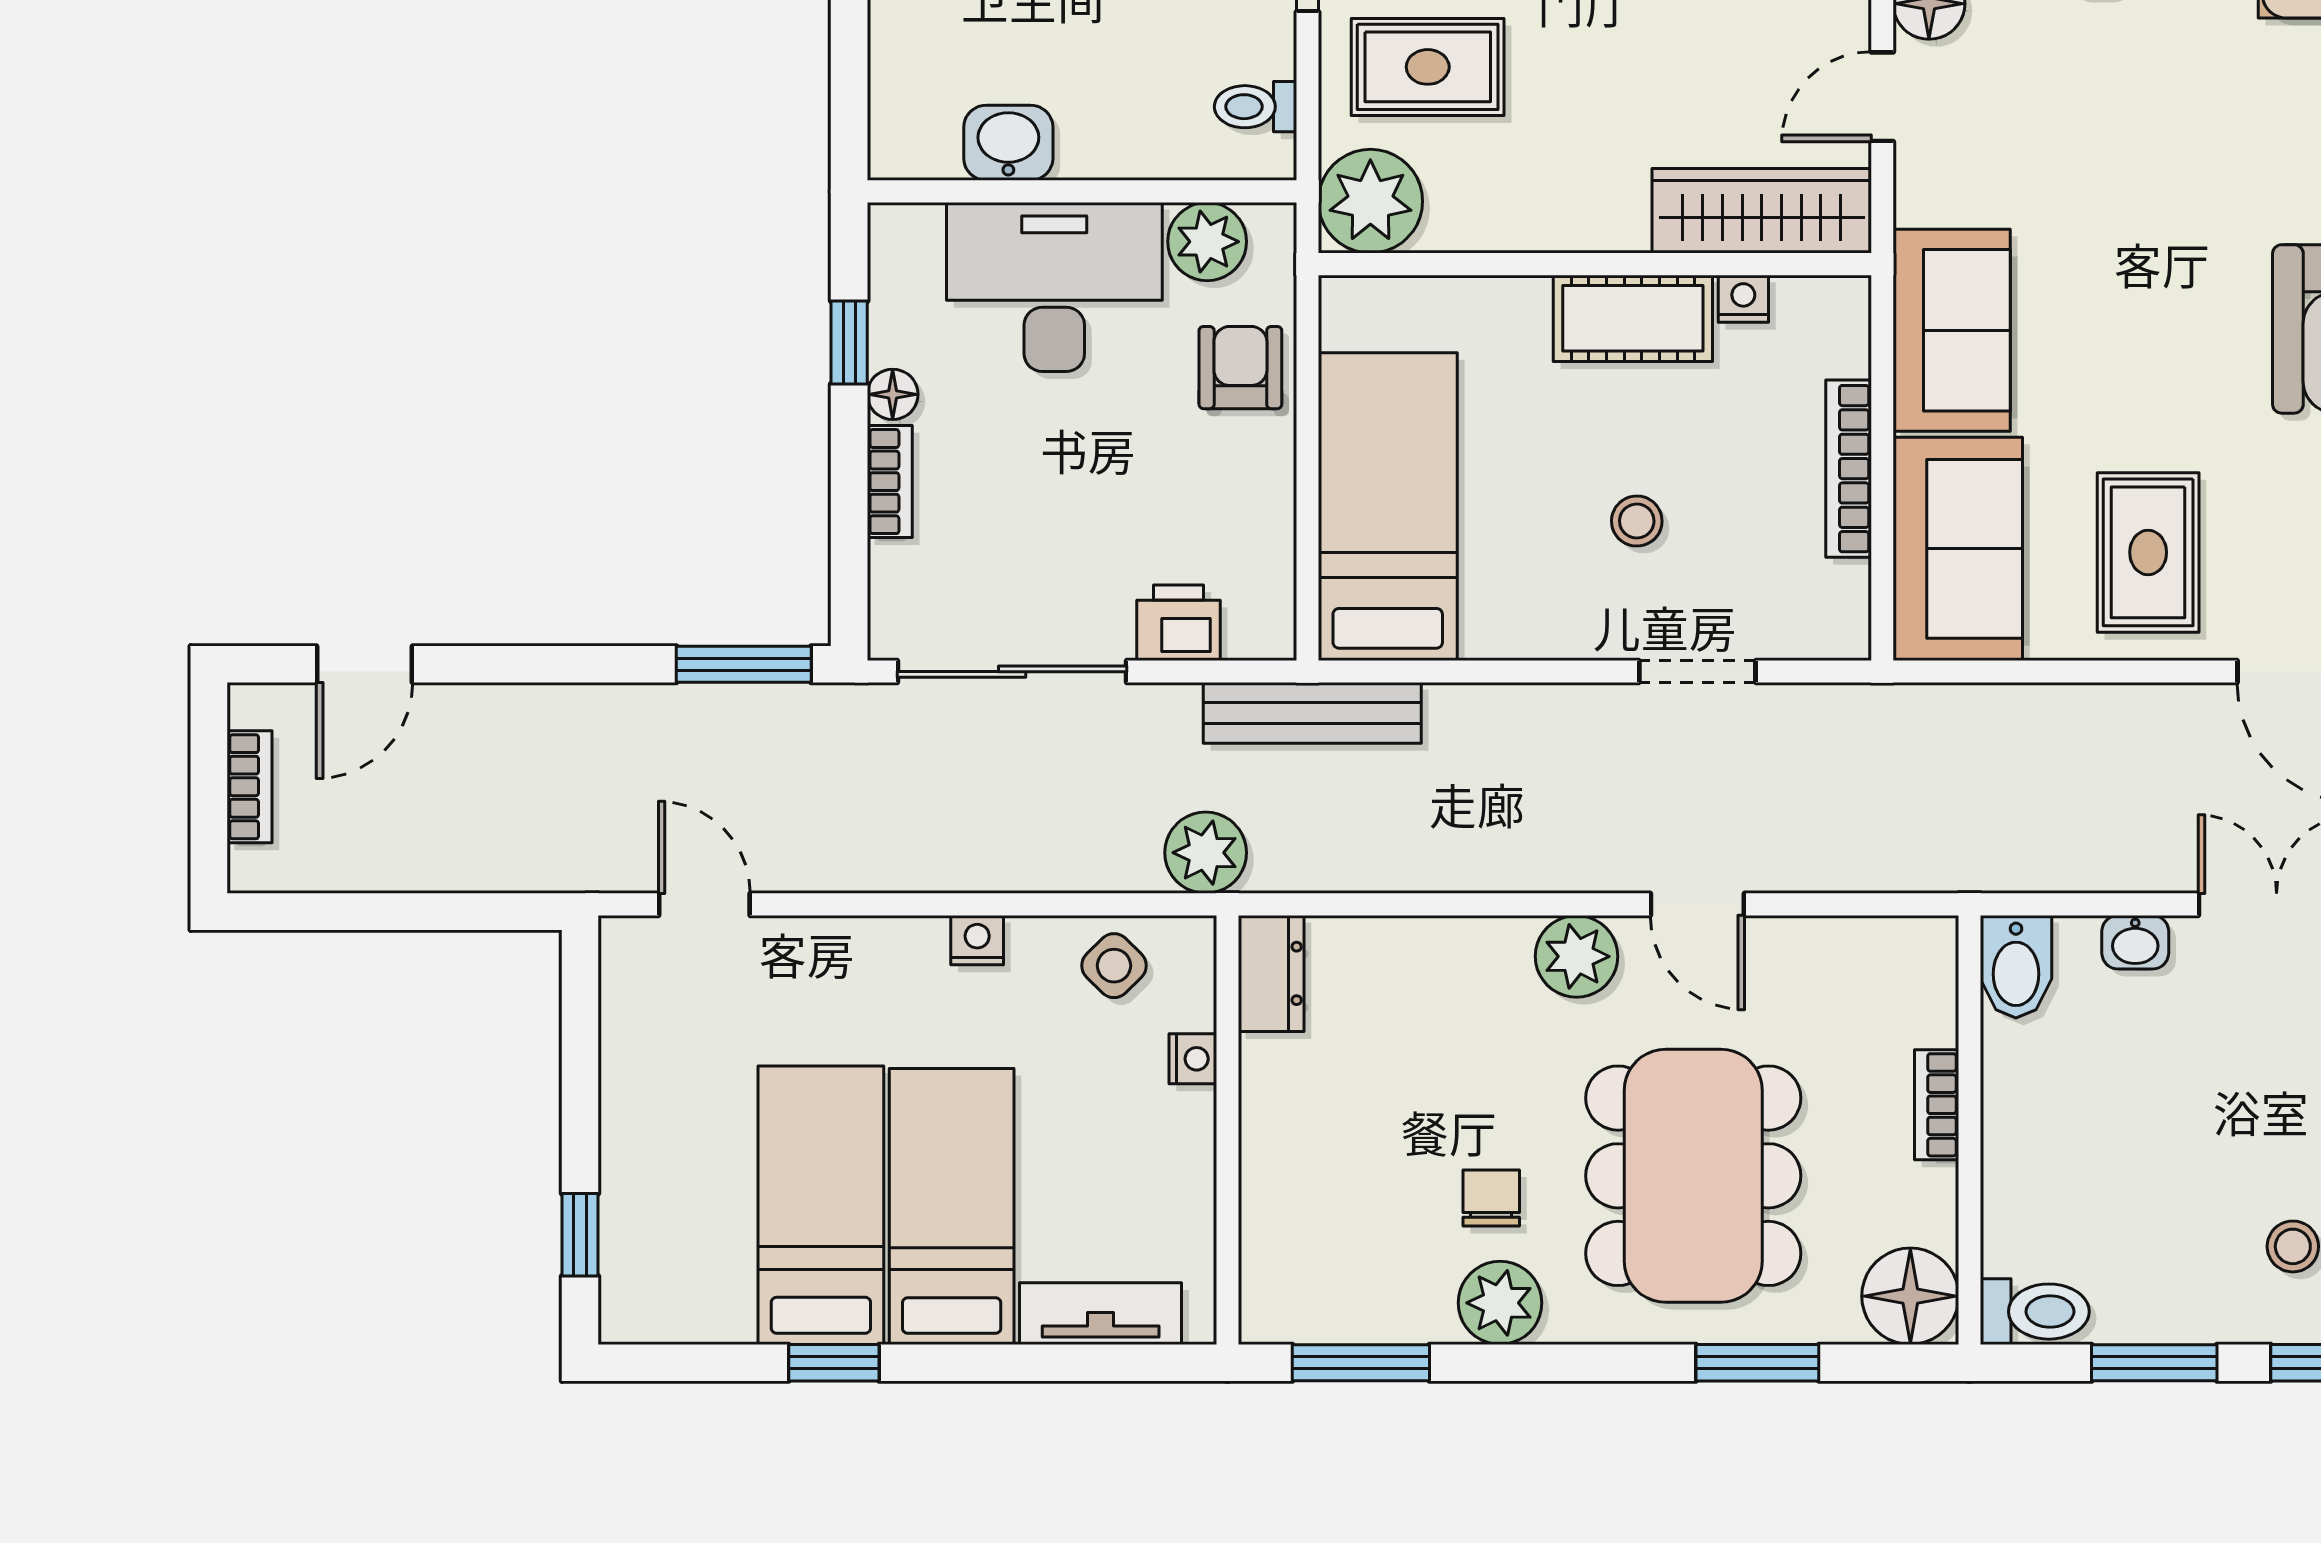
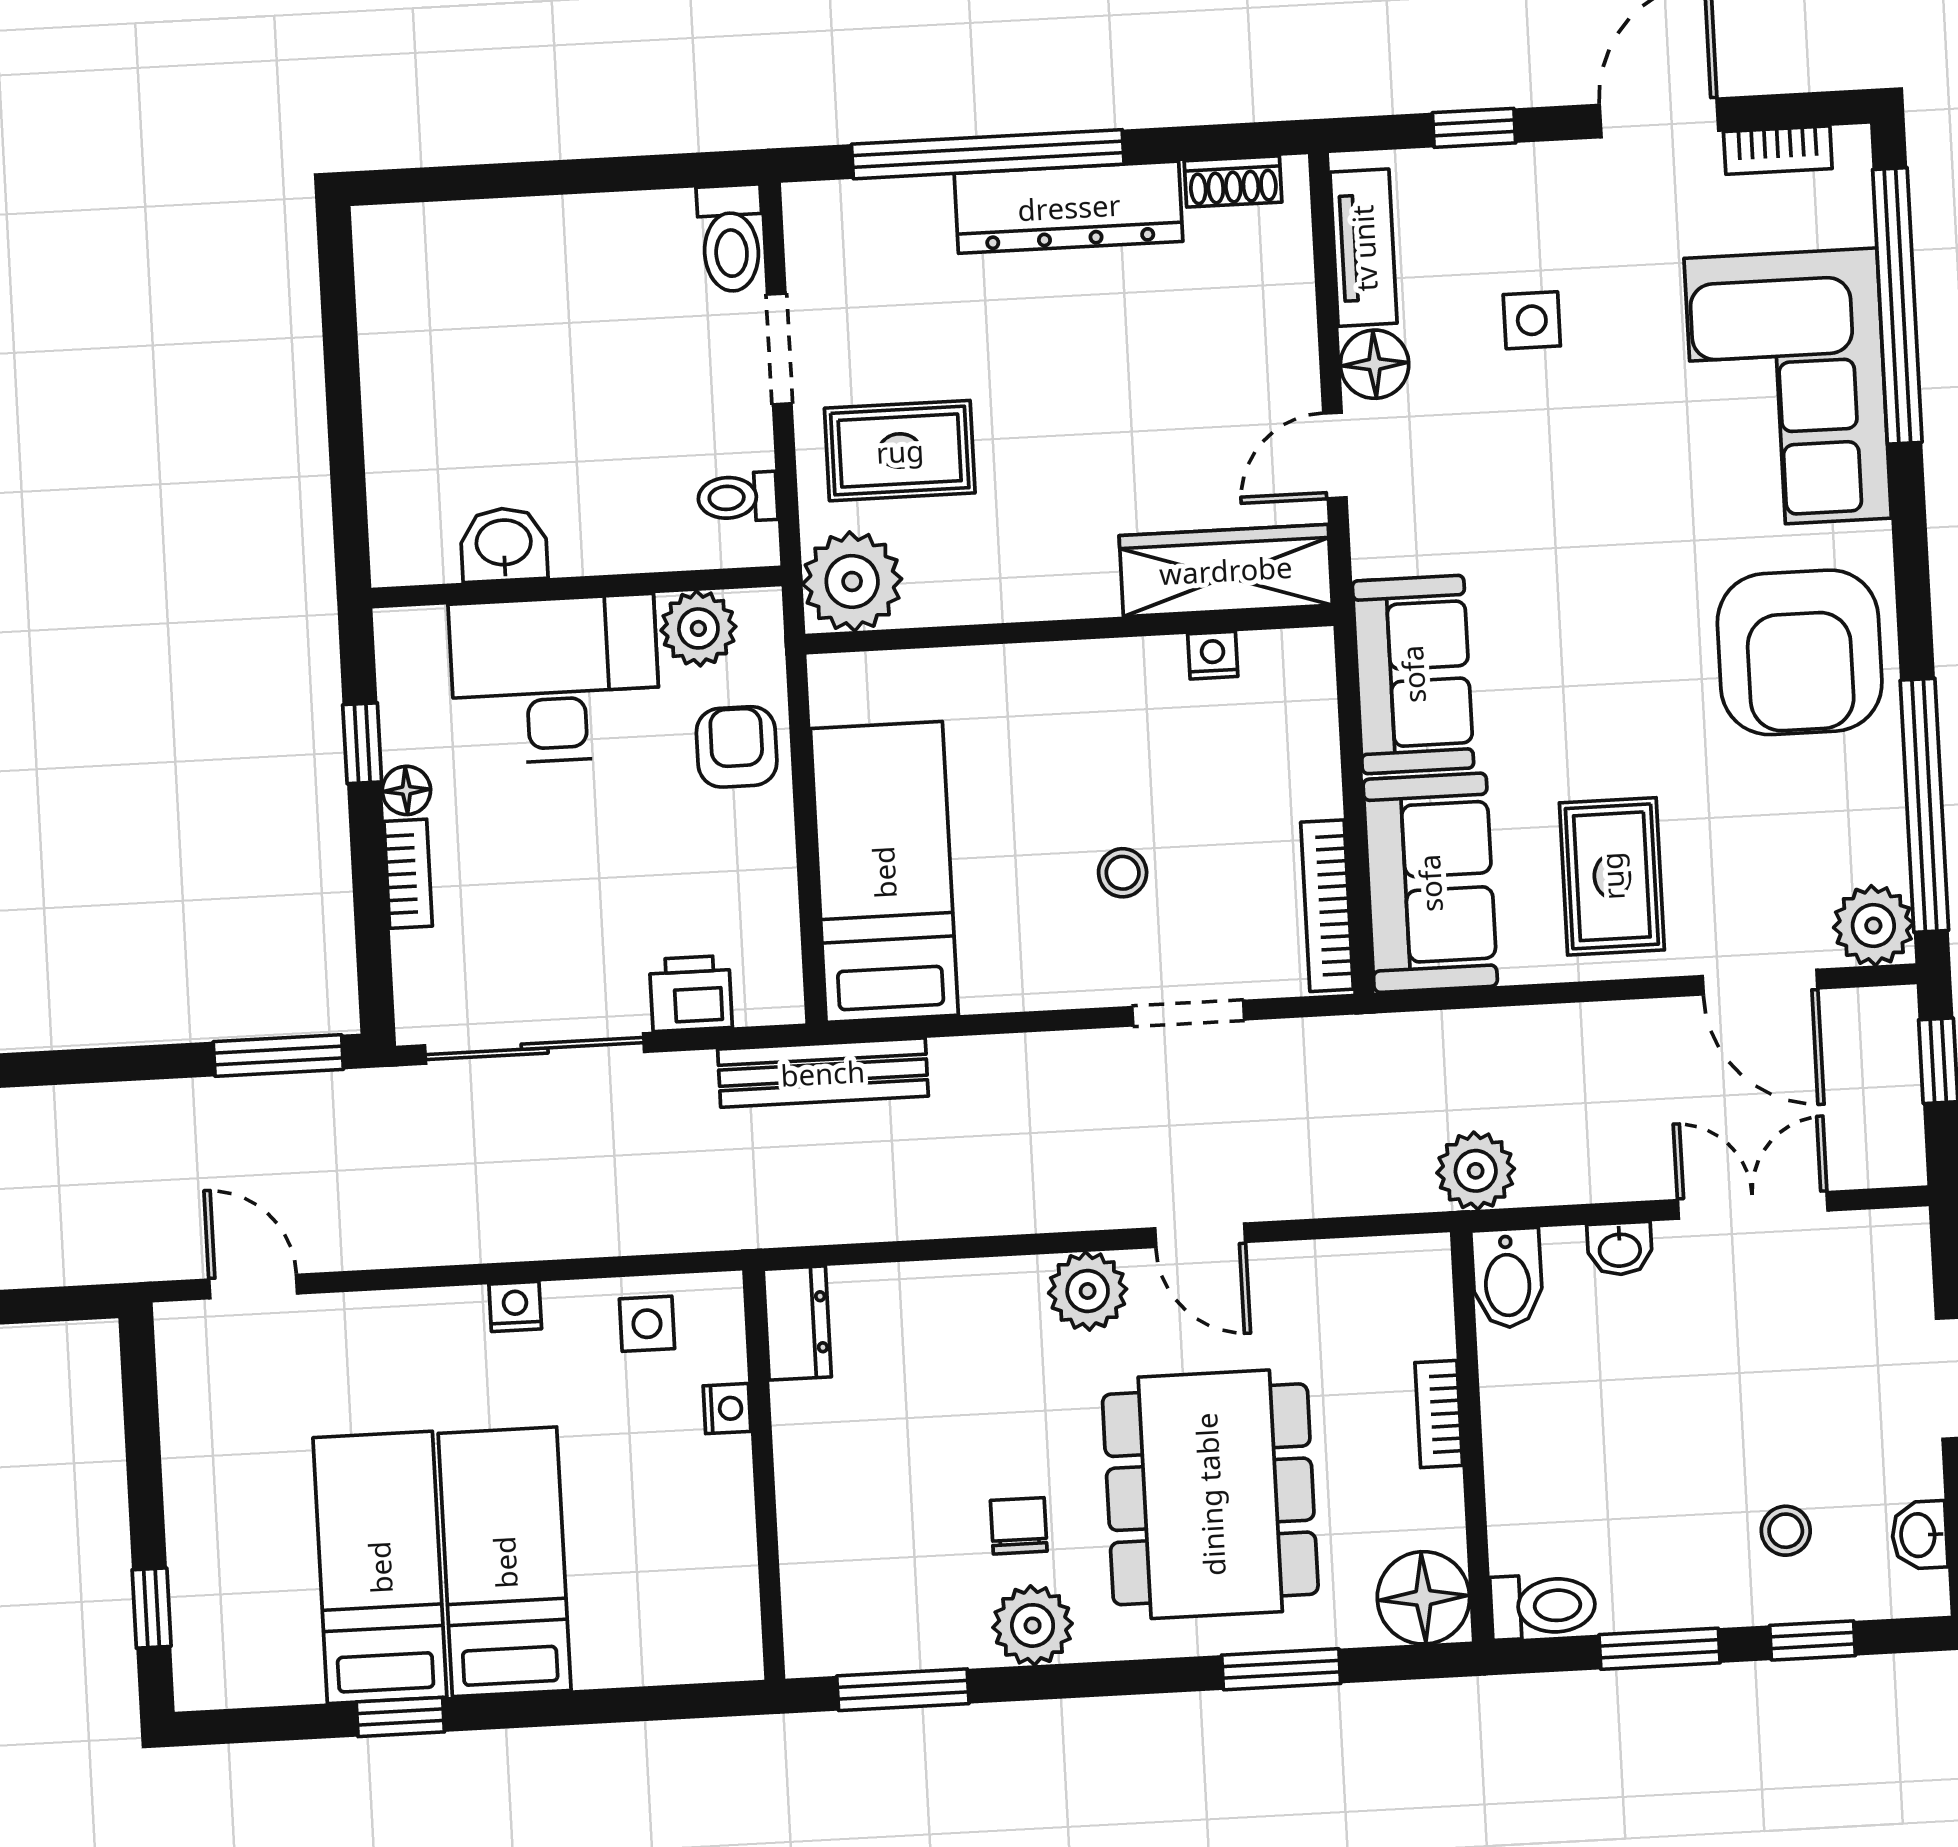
cot: (1633, 318) -> (1108, 680), removed
bookcase: (1849, 469) -> (1327, 906), moved
plant: (1206, 853) -> (1476, 1171), moved
side table: (1114, 966) -> (647, 1324), turned 45
tv unit: (1101, 1314) -> (652, 1656), removed

